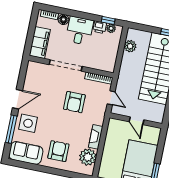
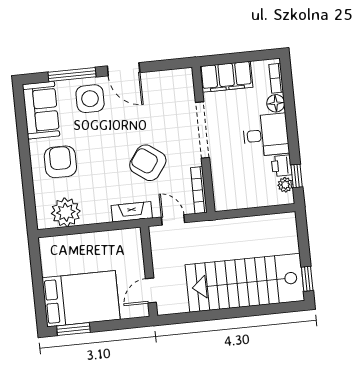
plant: (130, 46) -> (266, 224), removed
door: (111, 98) -> (173, 220), swing flipped
armchair: (74, 102) -> (148, 163), turned 36
door: (137, 121) -> (151, 291), moved
fireplace: (96, 137) -> (132, 212), moved
armchair: (58, 151) -> (60, 162), turned -90

